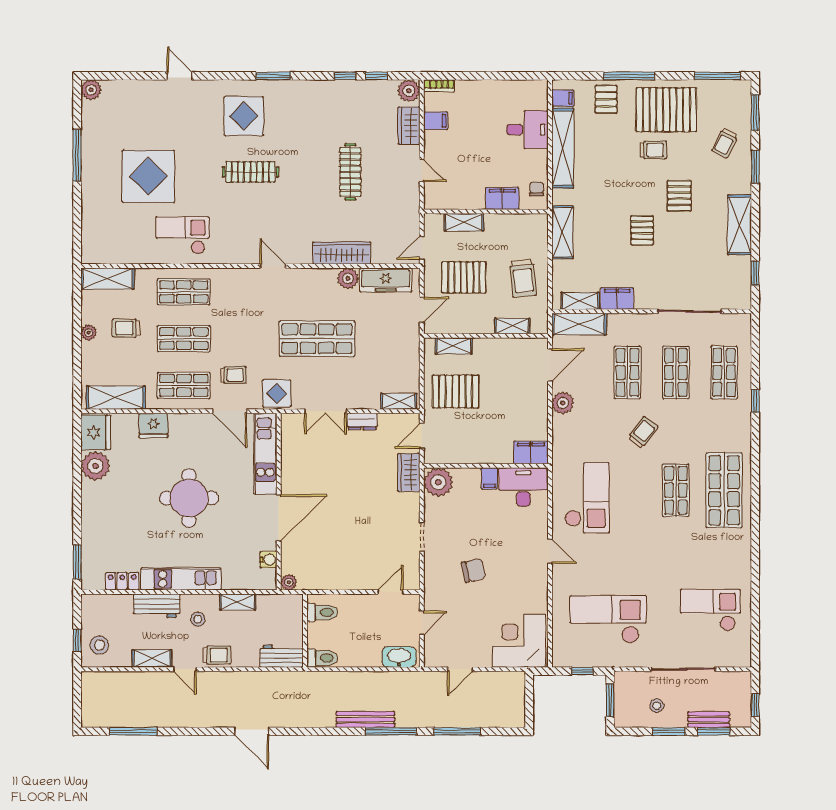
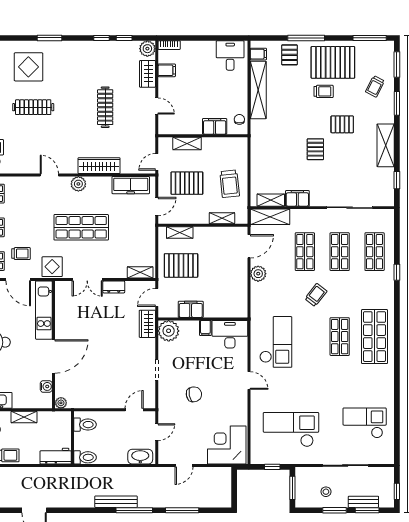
desk: (527, 130) -> (230, 56), moved, turned -90
pallet: (679, 196) -> (342, 124), turned 90
shelving: (562, 232) -> (258, 151), removed
plant: (348, 278) -> (78, 184), moved
filing cabinet: (531, 452) -> (191, 309), moved

